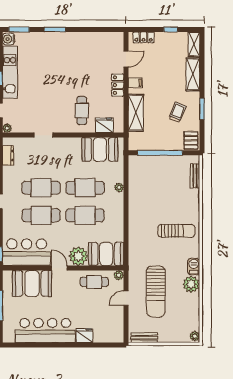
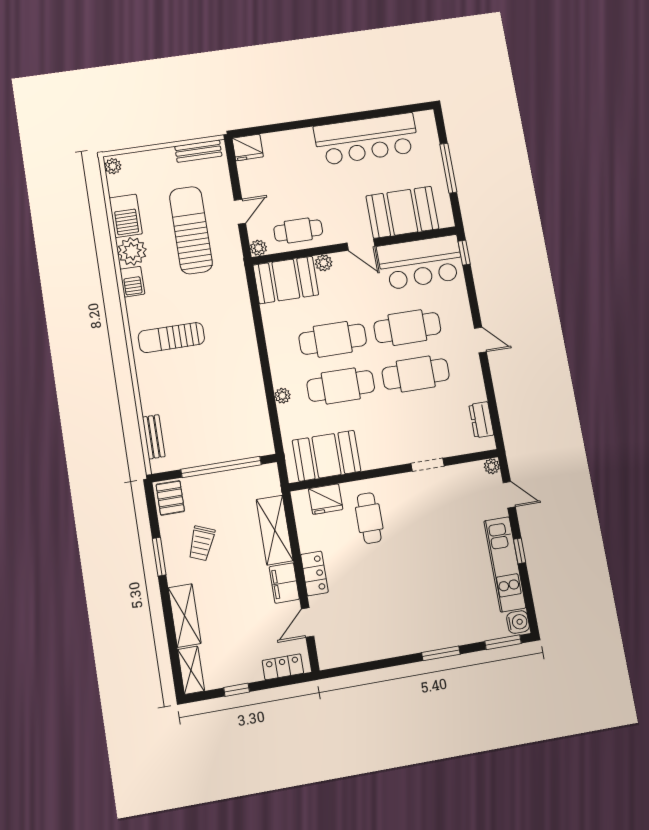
filing cabinet: (135, 83) -> (284, 583), width x2.00
plant: (78, 256) -> (324, 263), width x0.53, depth x0.53
barbecue: (192, 306) -> (126, 216), added
fridge: (84, 336) -> (248, 147), moved

